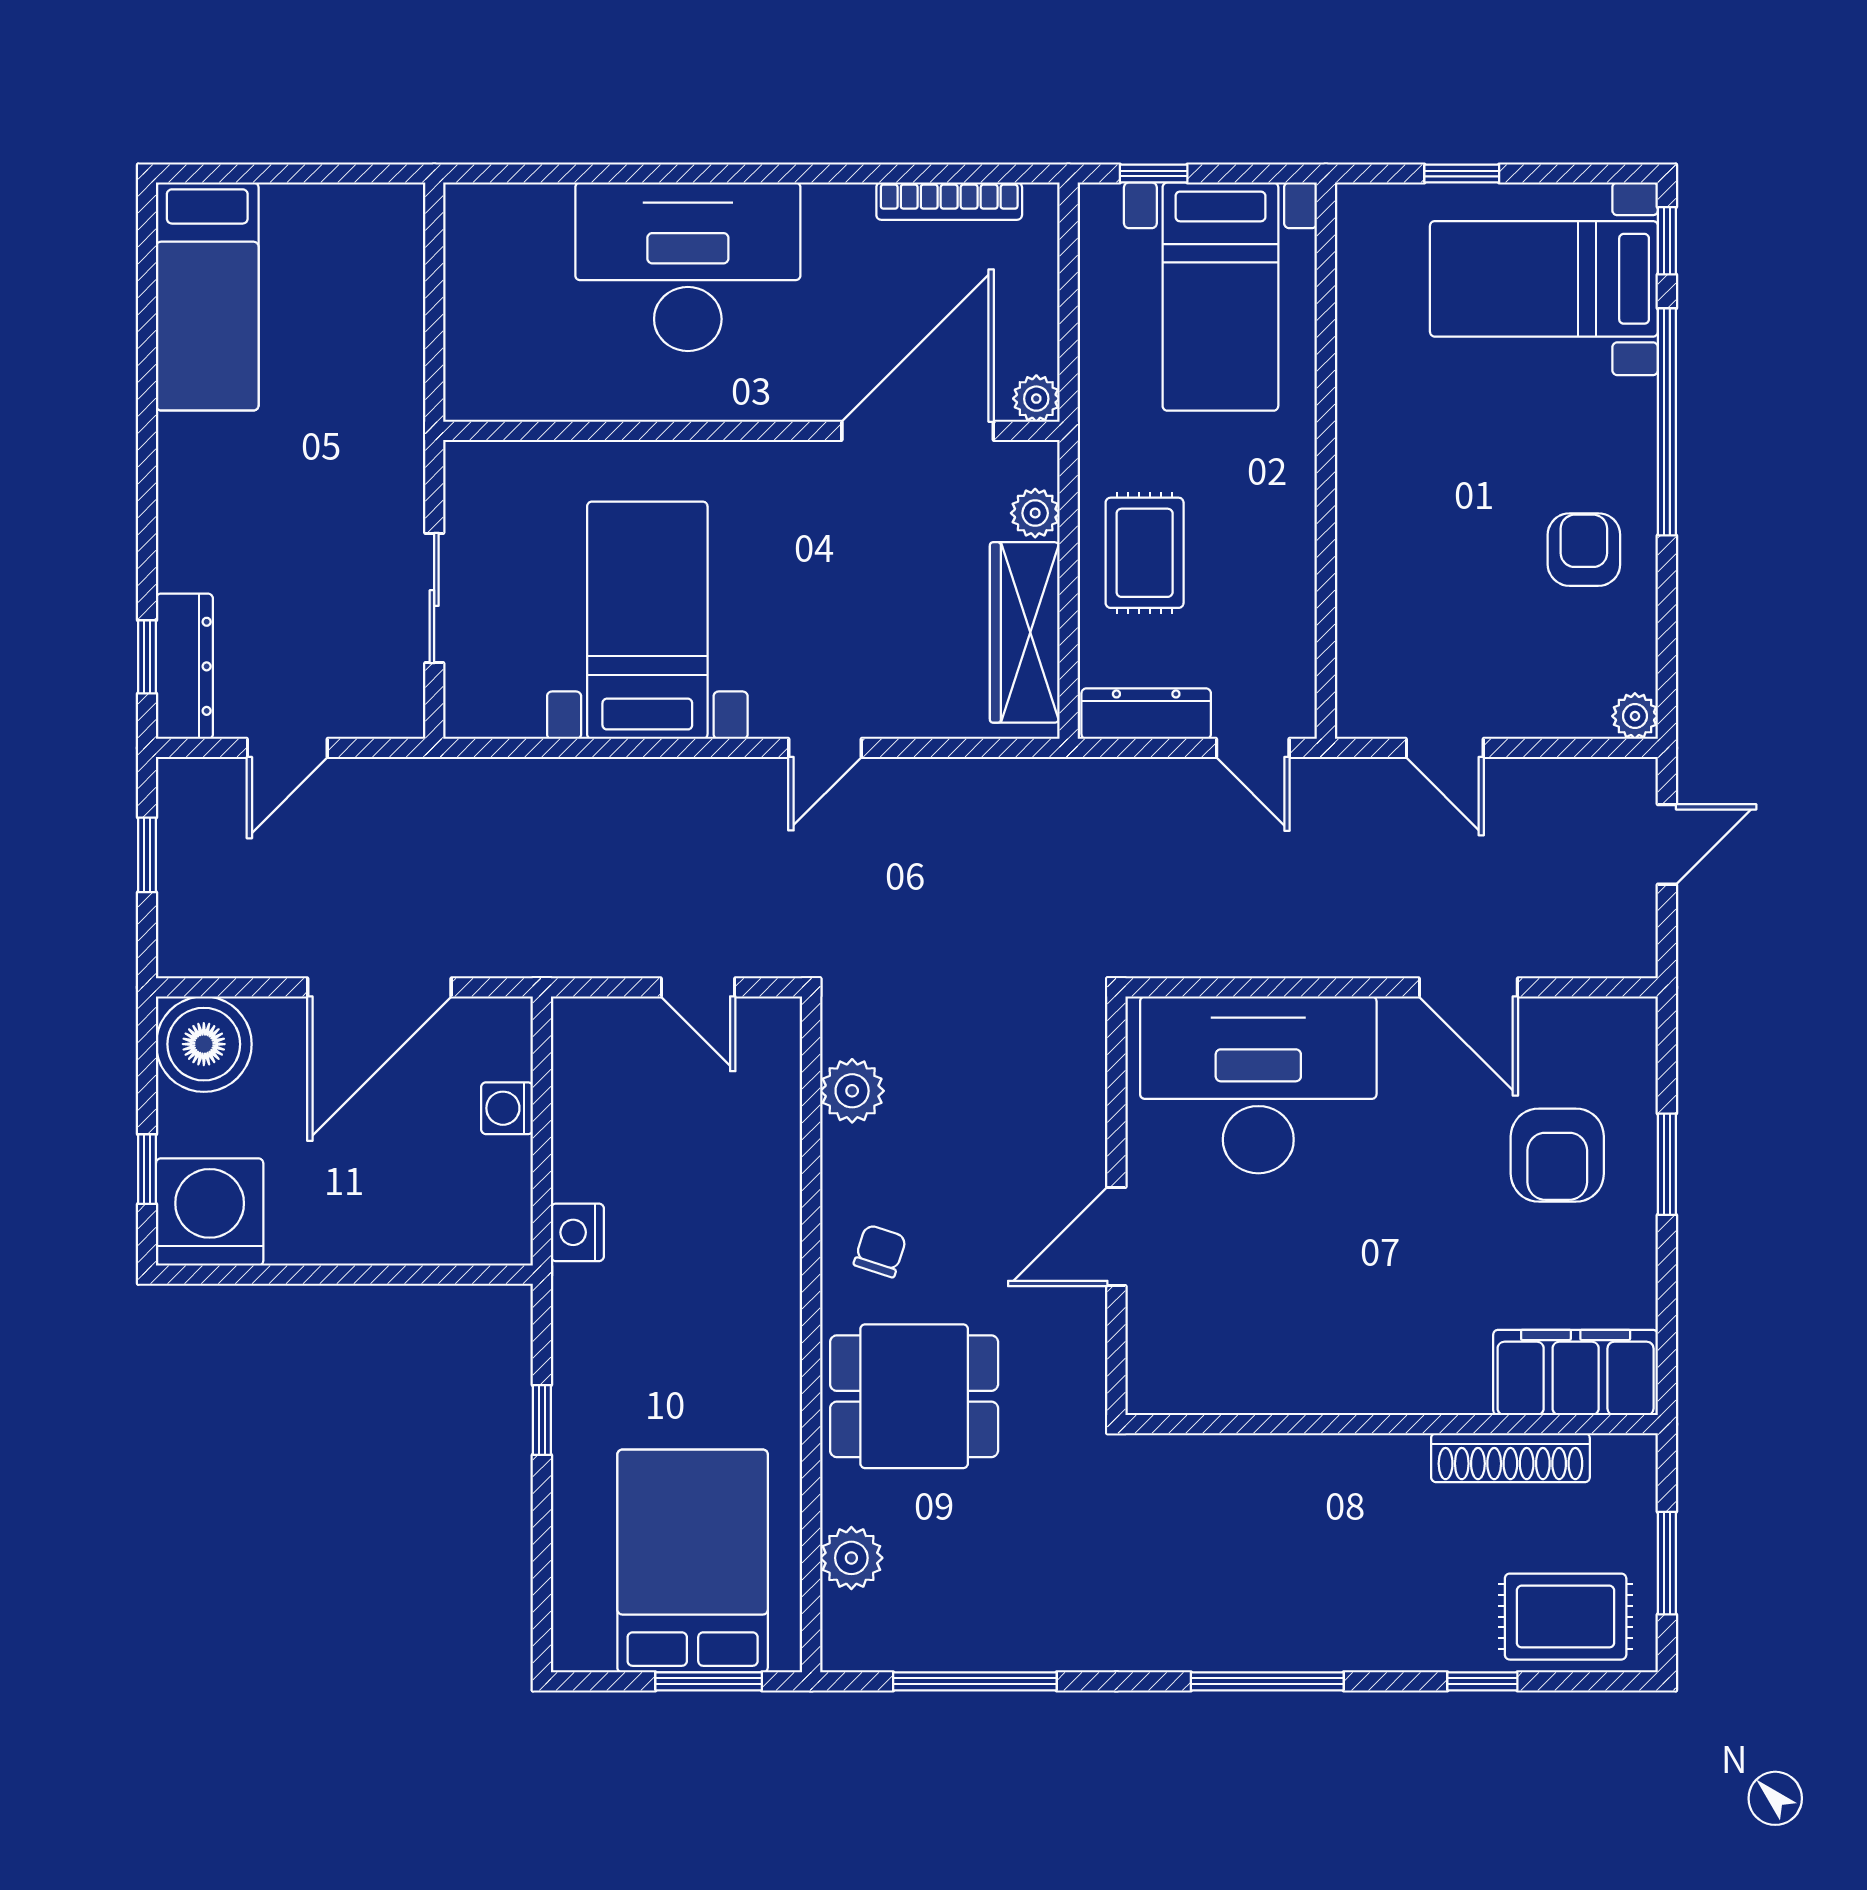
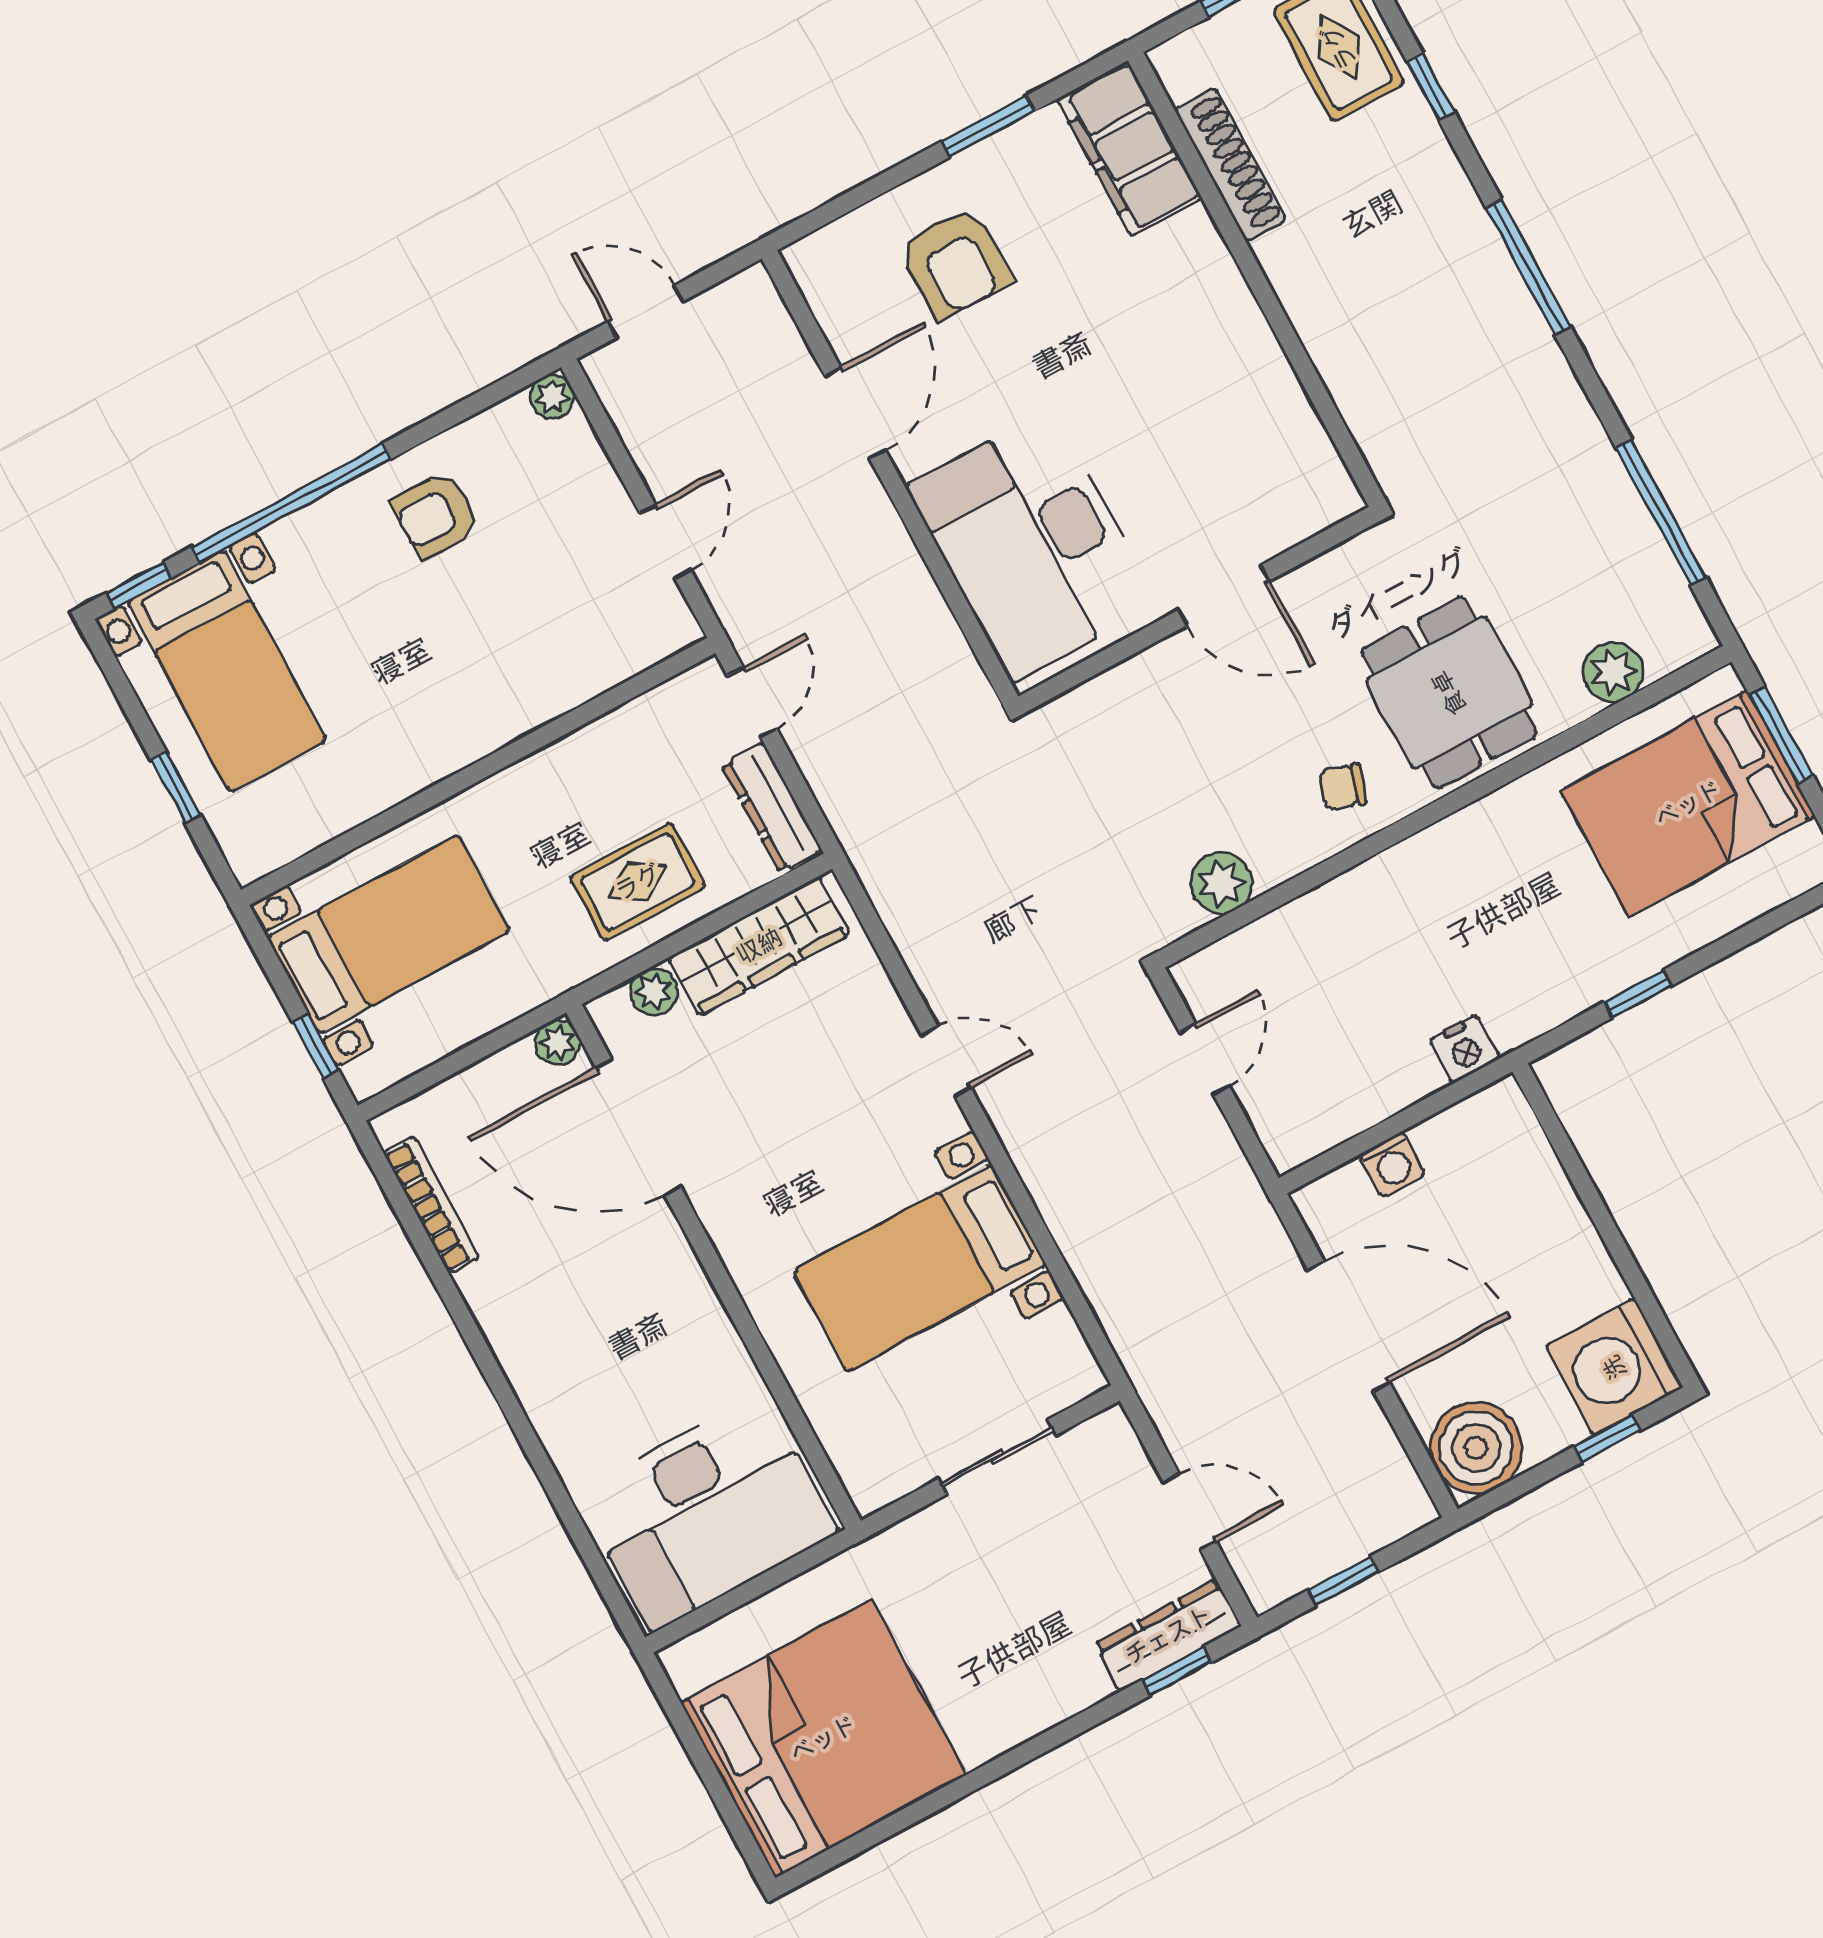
desk: (688, 267) -> (707, 1513), moved, turned -90
bed: (207, 296) -> (823, 1739), width x2.04
armchair: (1557, 1155) -> (956, 263), turned 90
window: (1667, 1164) -> (988, 126), moved

